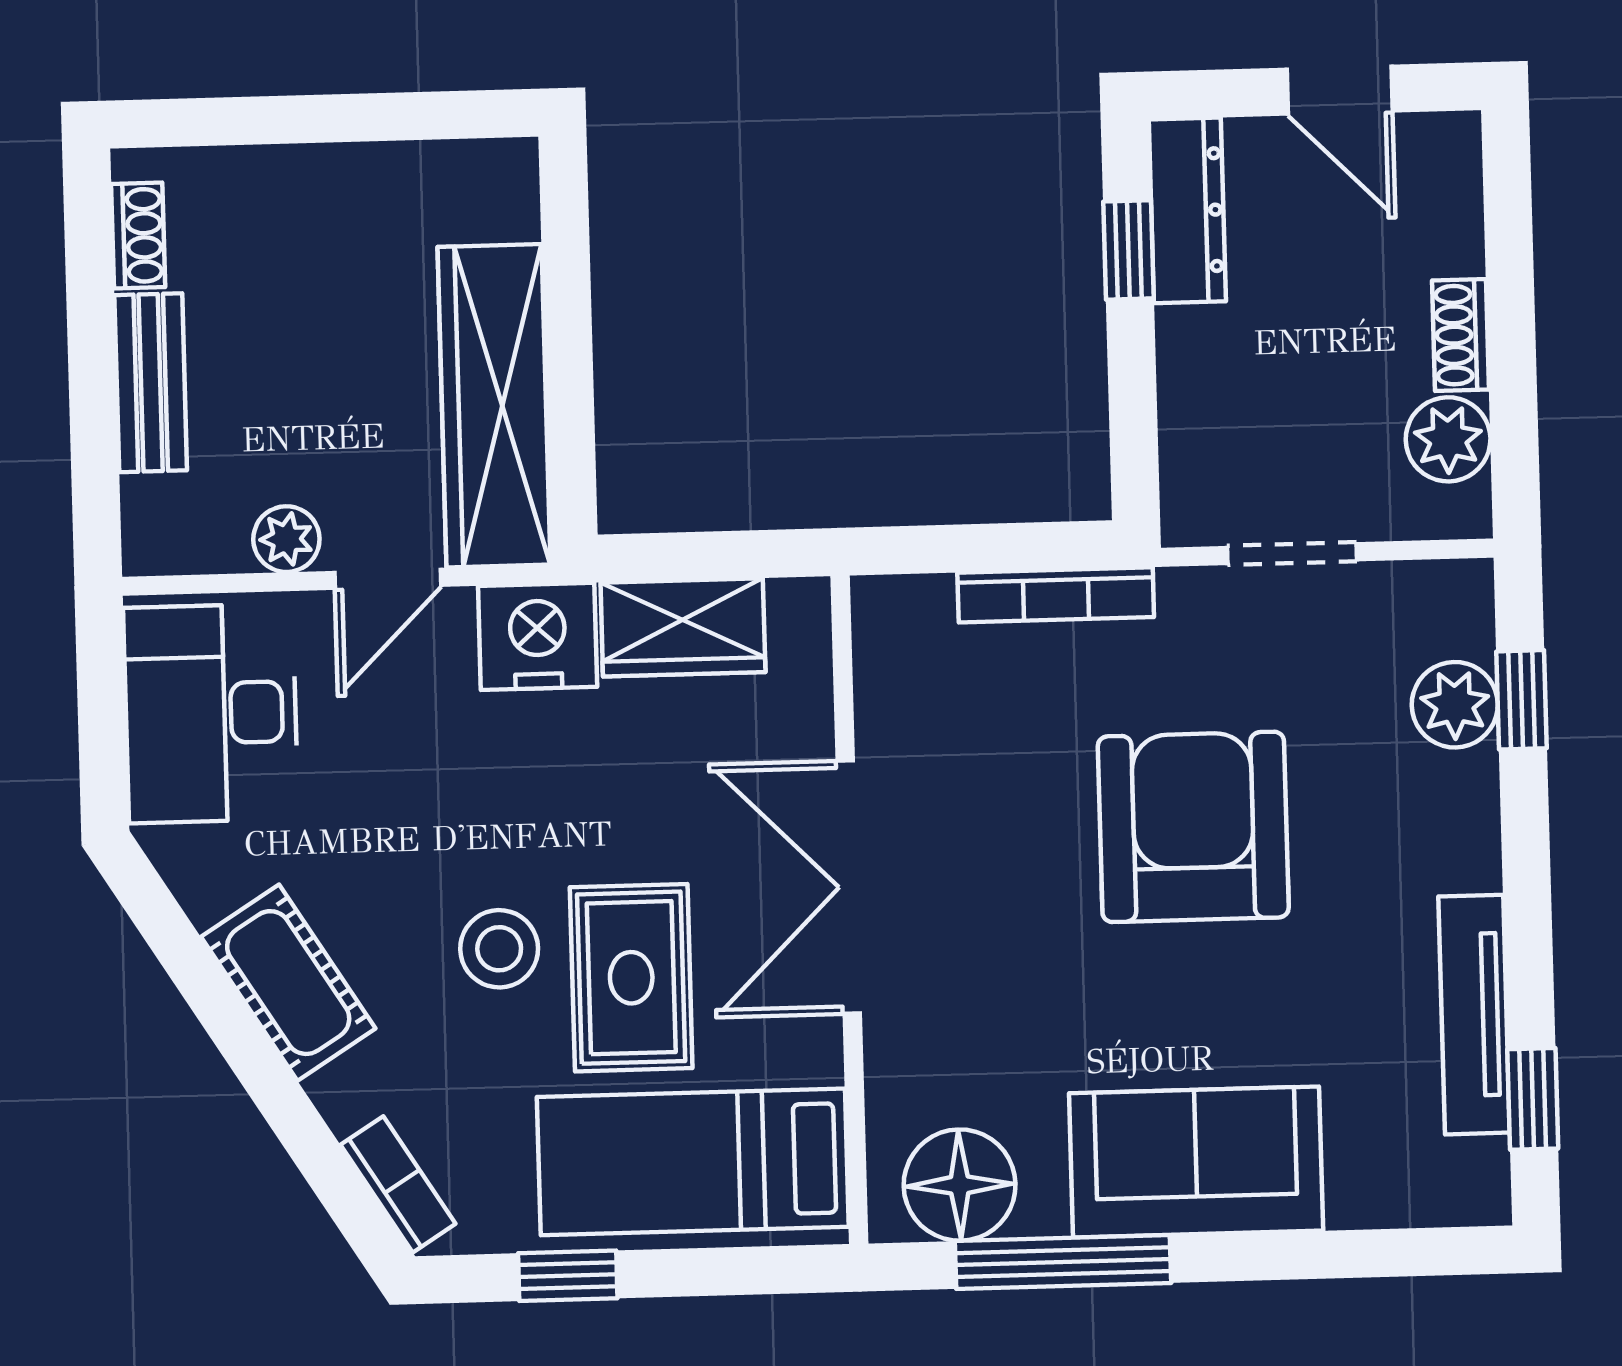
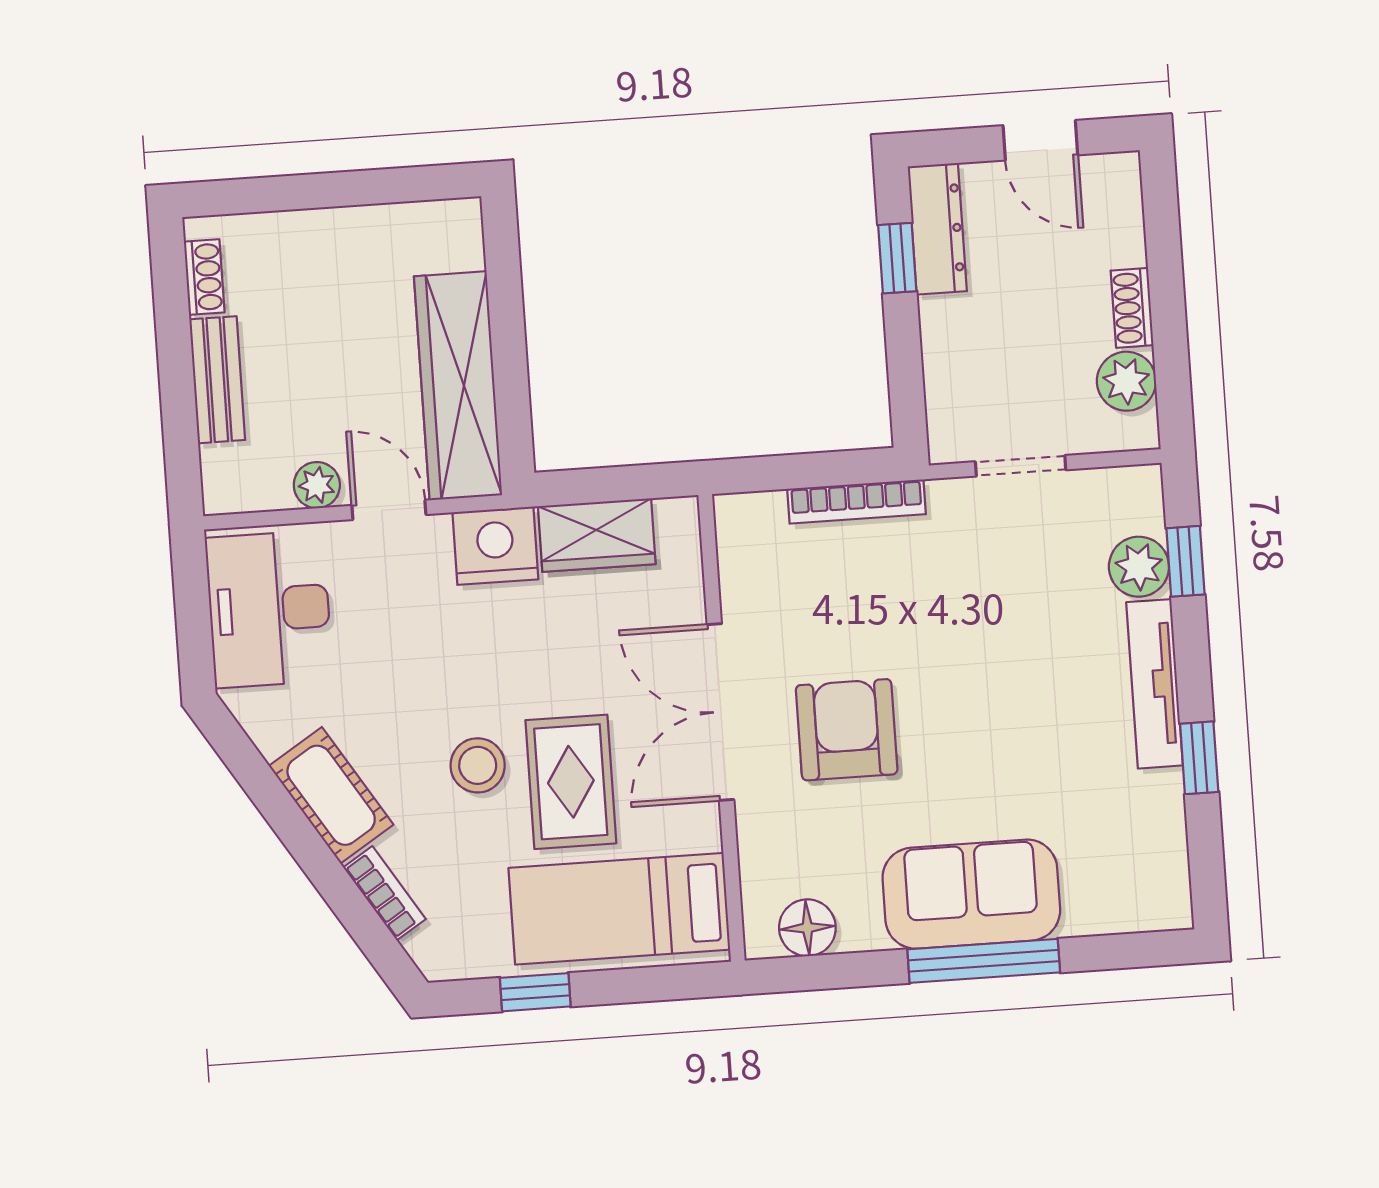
door: (388, 579) -> (389, 510), swing flipped
armchair: (1193, 827) -> (847, 730), moved, width x0.73, depth x0.73
tv unit: (1474, 1015) -> (1155, 684), moved
window: (1533, 1099) -> (1199, 758), moved
bookcase: (398, 1184) -> (384, 893), moved
floor lamp: (960, 1185) -> (807, 928), width x0.73, depth x0.73
window: (1063, 1262) -> (984, 961), moved

